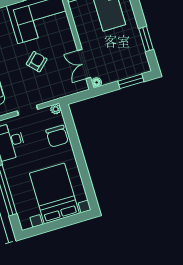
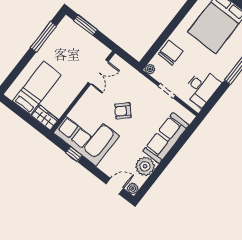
window: (146, 39) -> (43, 37), width x1.44
floor lamp: (97, 82) -> (106, 52), removed

